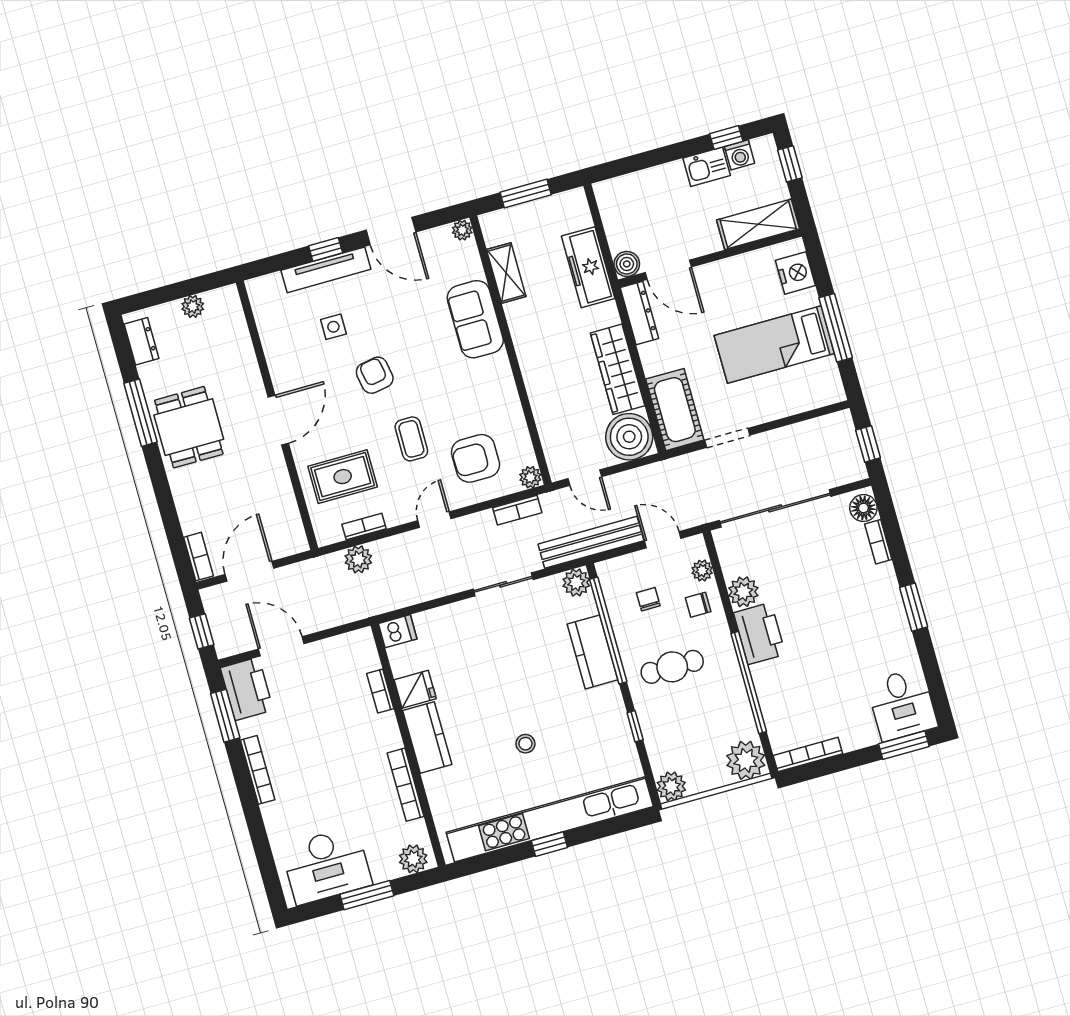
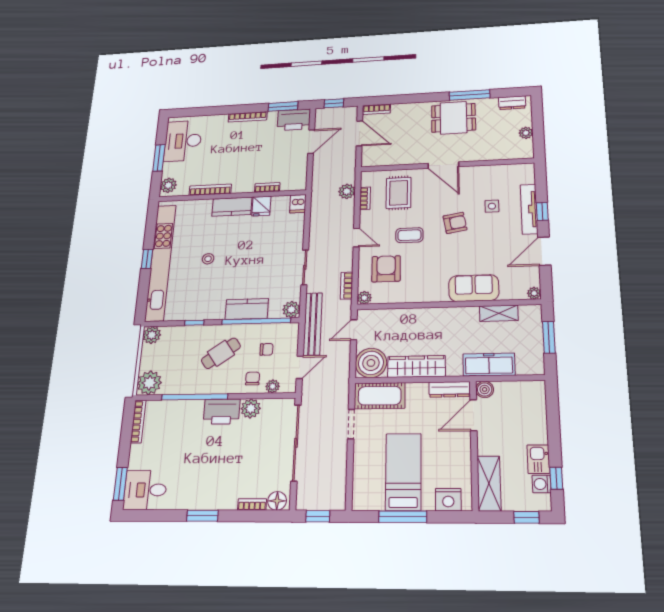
cafe table: (672, 667) -> (221, 353), turned 55

